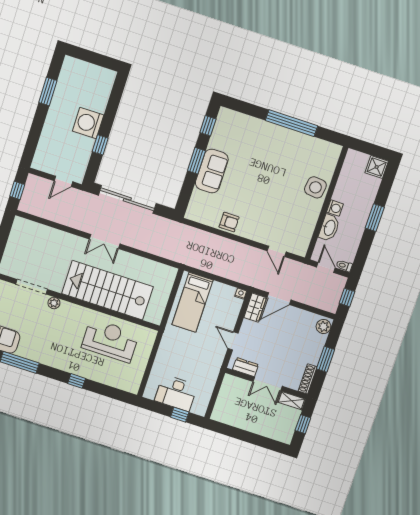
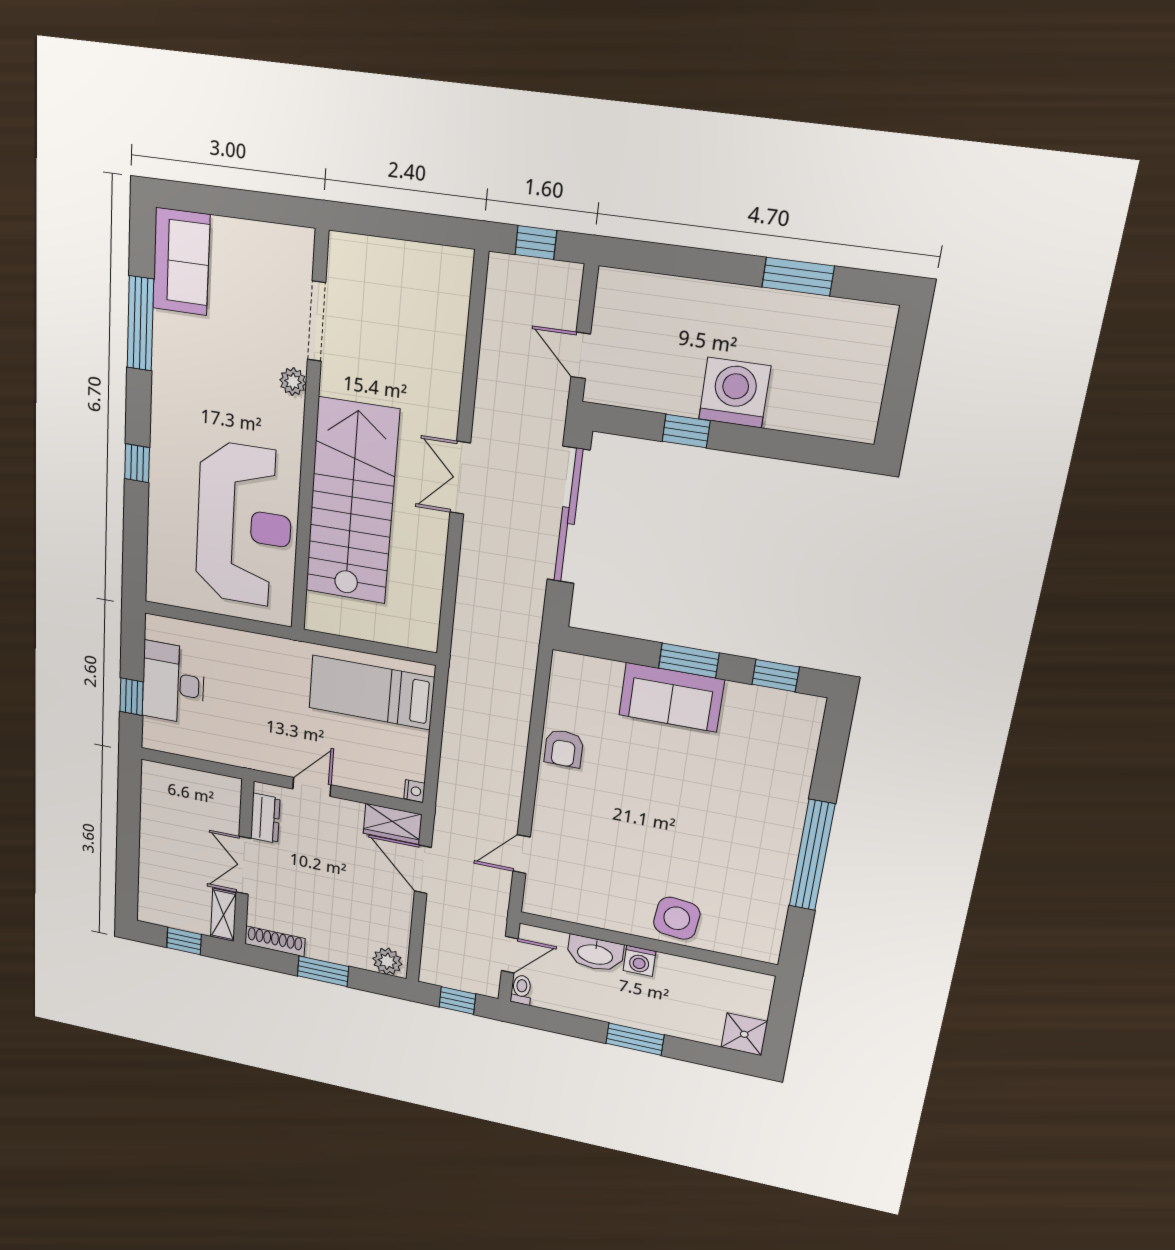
reception desk: (110, 340) -> (244, 525), width x1.36, depth x1.30

